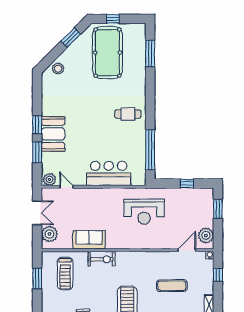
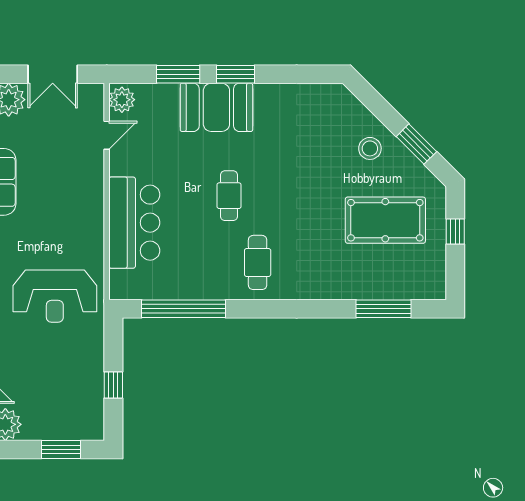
pool table: (107, 53) -> (385, 220), width x0.73, depth x0.76
stool: (58, 69) -> (370, 148), moved
cafe table: (96, 128) -> (229, 196), added
reception desk: (144, 212) -> (55, 296), turned -90

